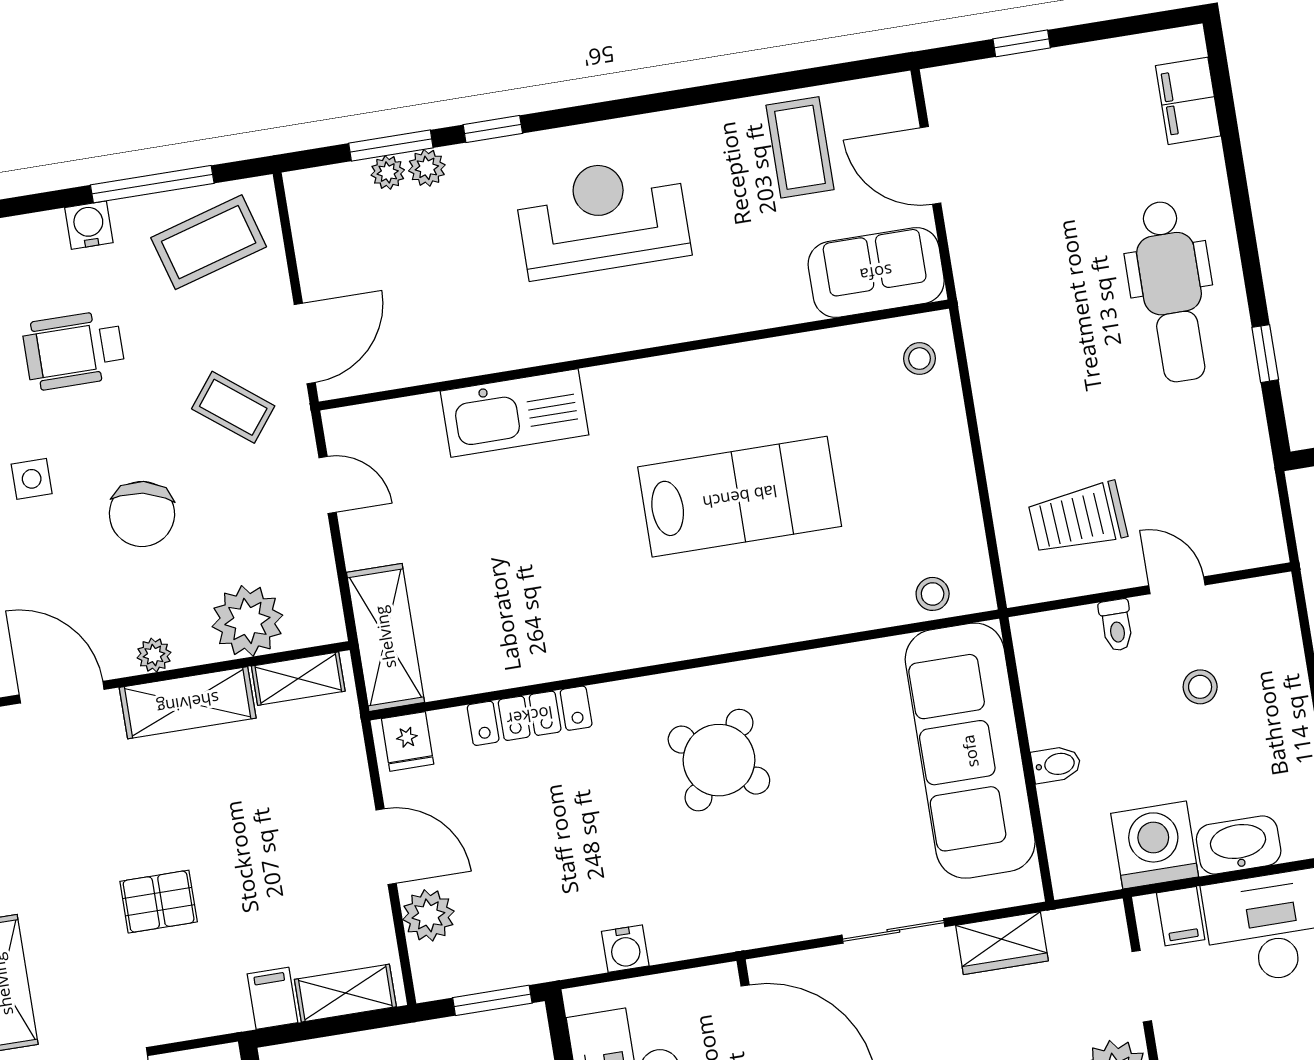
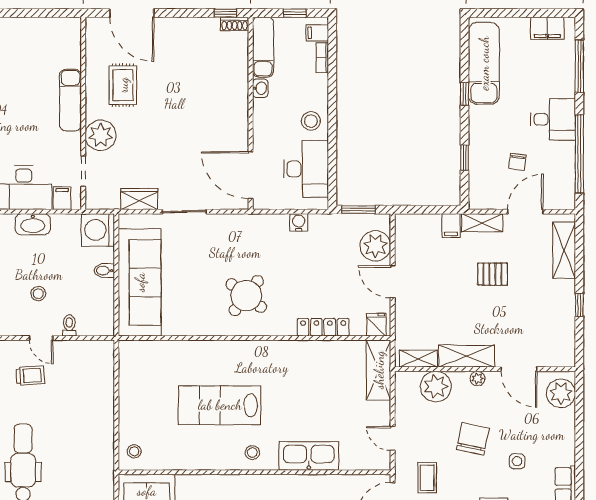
coffee table: (233, 407) -> (427, 478), turned 52
trolley: (1078, 518) -> (30, 375), moved, width x0.73, depth x0.72
stool: (933, 594) -> (252, 453), moved
washing machine: (1155, 845) -> (98, 230), moved, turned 90
plant: (428, 915) -> (375, 246), width x1.36, depth x1.36
shelving: (345, 993) -> (482, 223), moved

